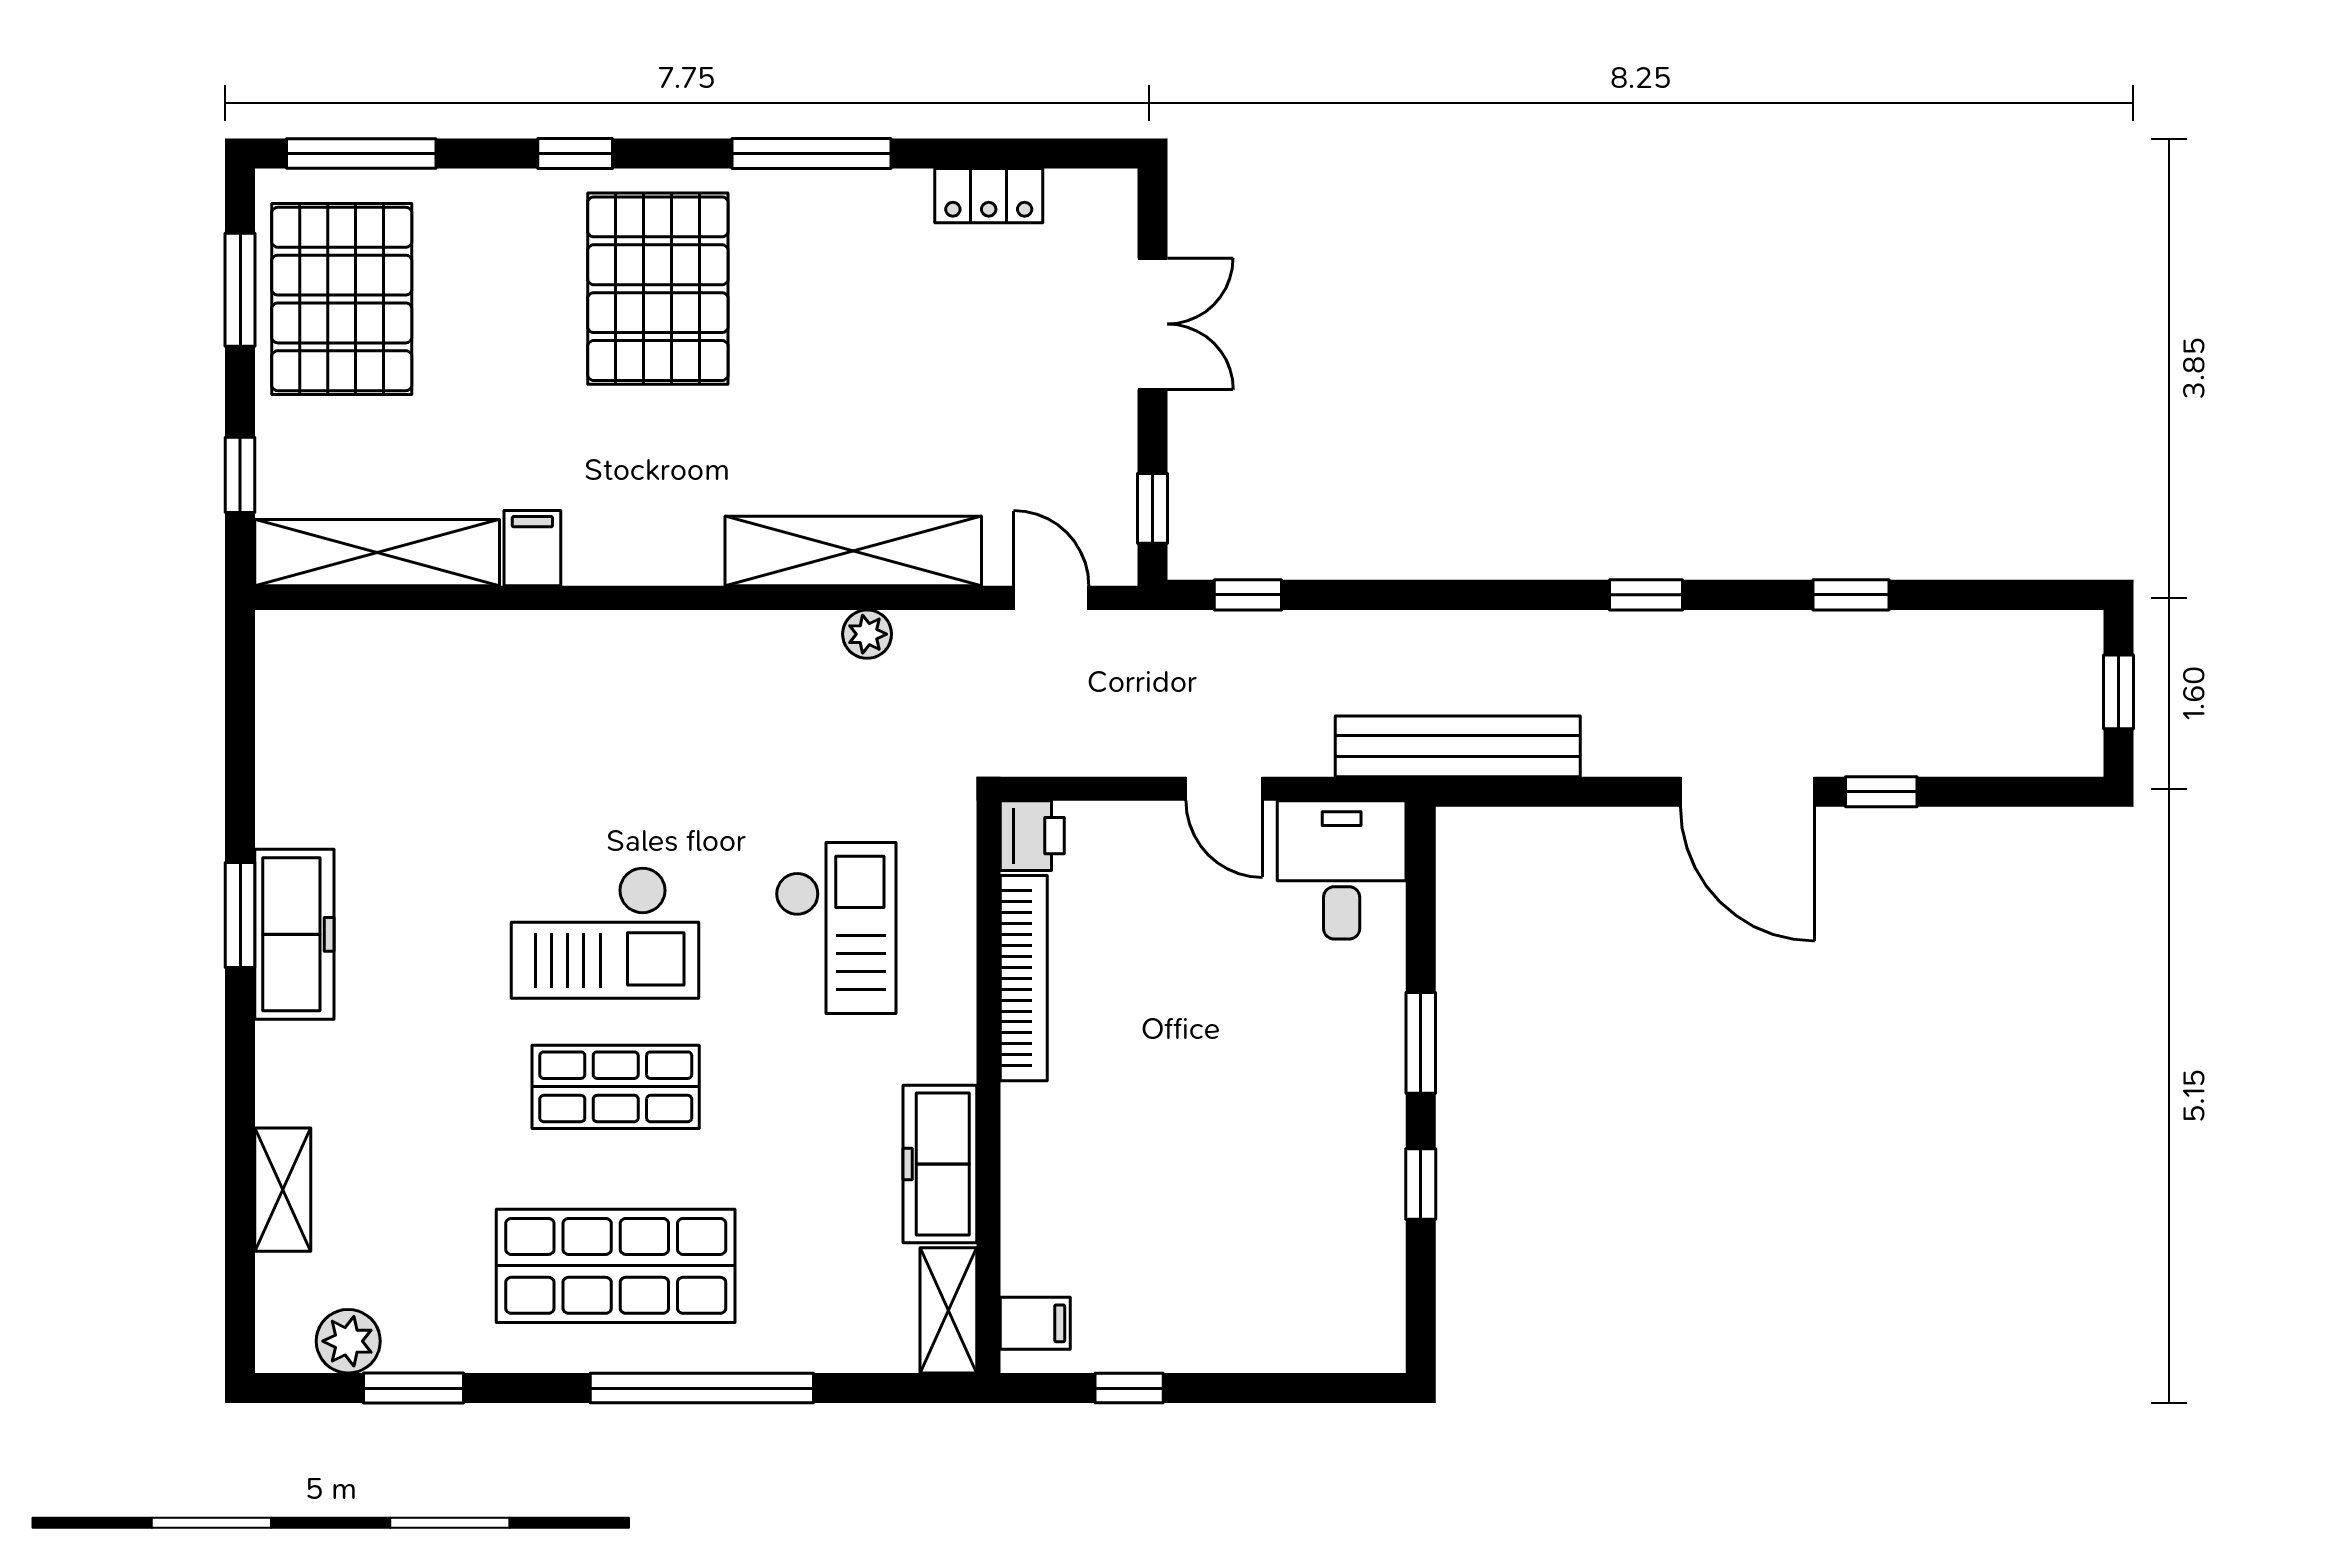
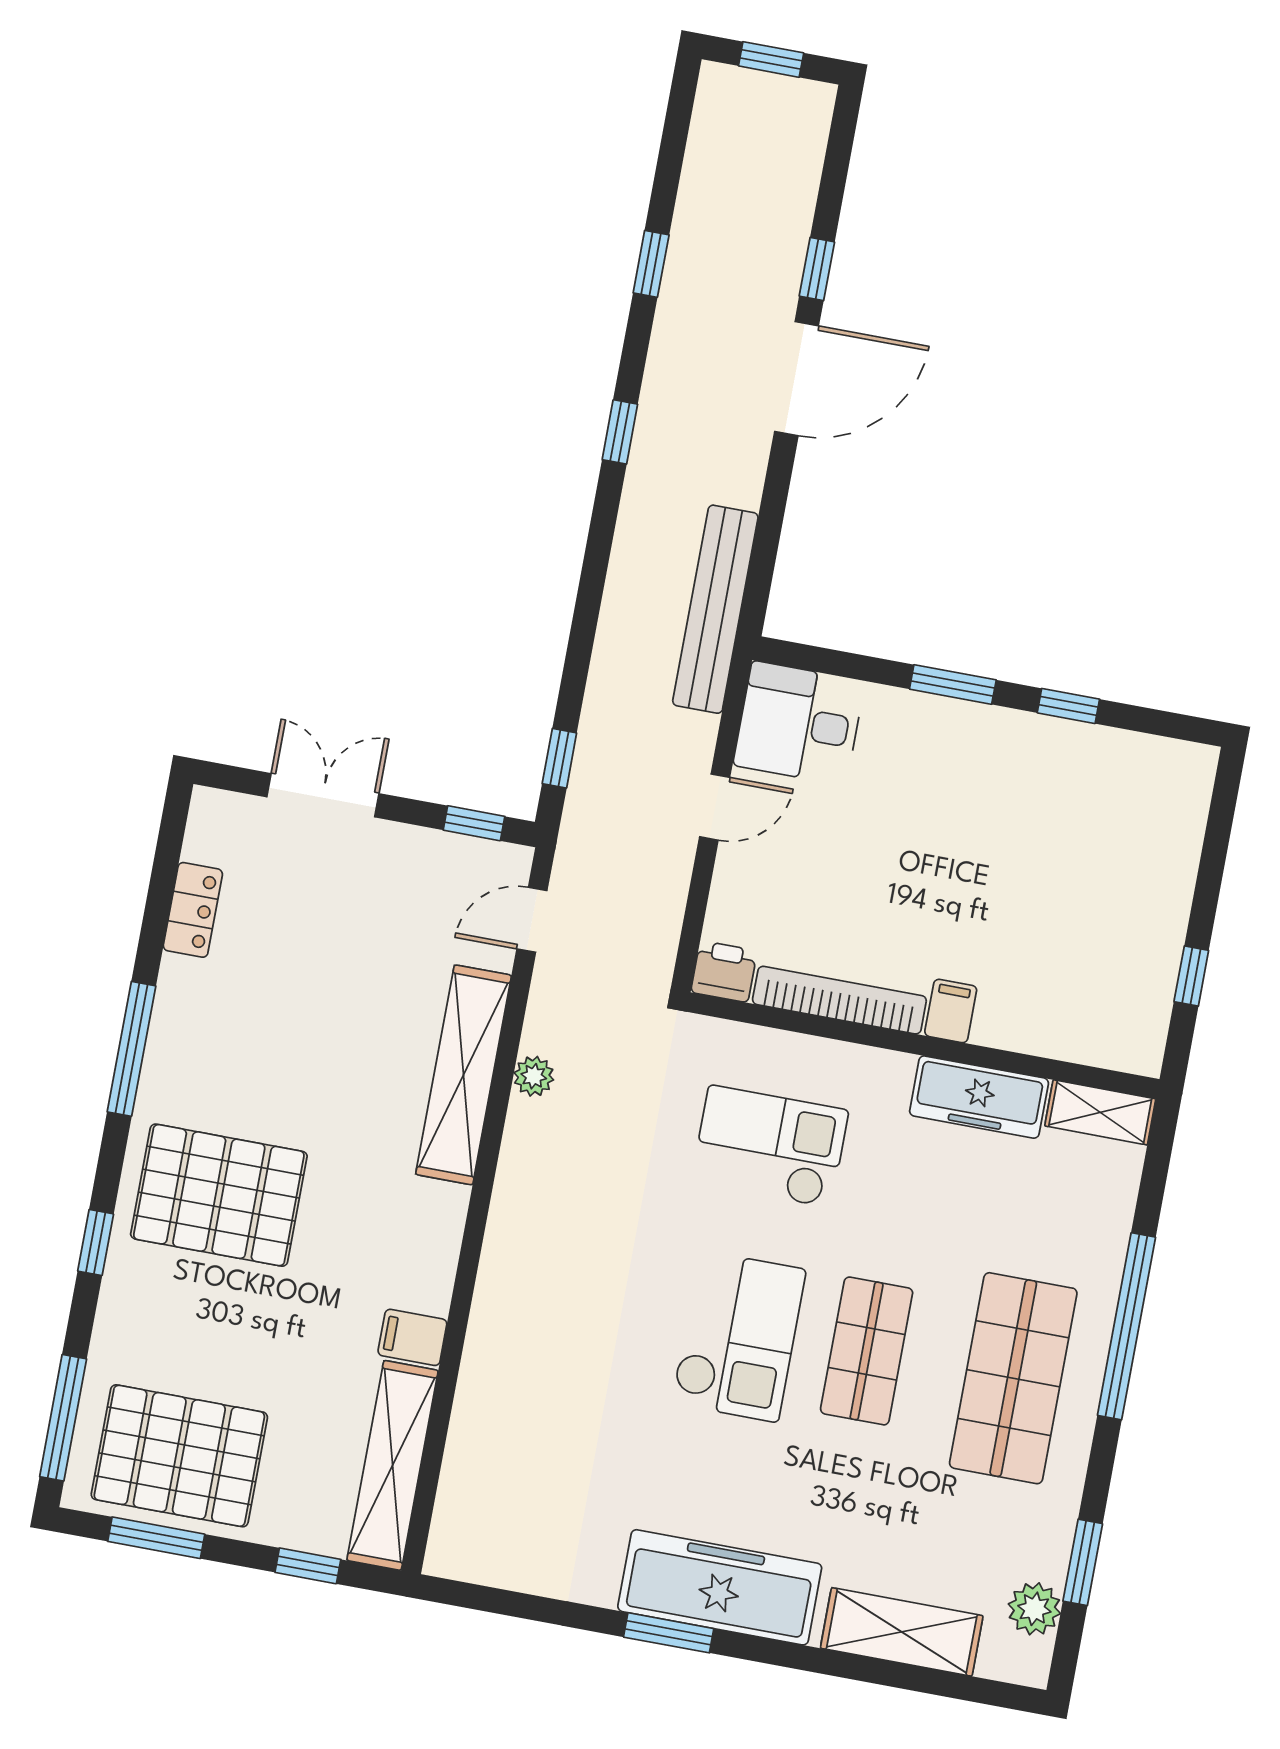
freezer: (294, 934) -> (720, 1587), width x1.36, depth x1.26
shelving: (283, 1190) -> (902, 1632), width x1.50, depth x1.33
filing cabinet: (1035, 1323) -> (951, 1011), moved

